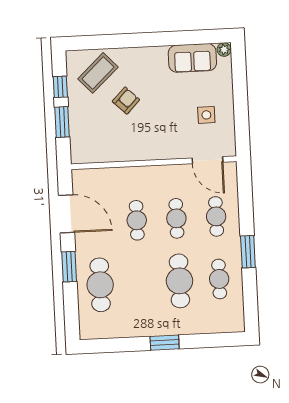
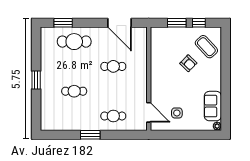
door: (207, 160) -> (149, 112), swing flipped
door: (67, 214) -> (119, 23), hinge flipped
cafe table: (176, 218) -> (113, 91), removed
window: (69, 267) -> (63, 23), moved
cafe table: (219, 279) -> (74, 116), removed
cafe table: (179, 281) -> (74, 91), width x0.73, depth x0.74

